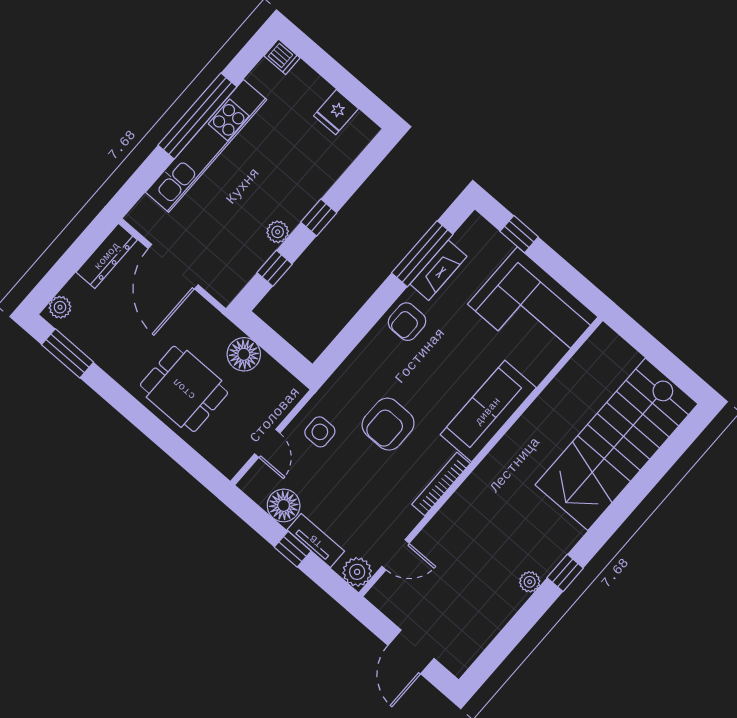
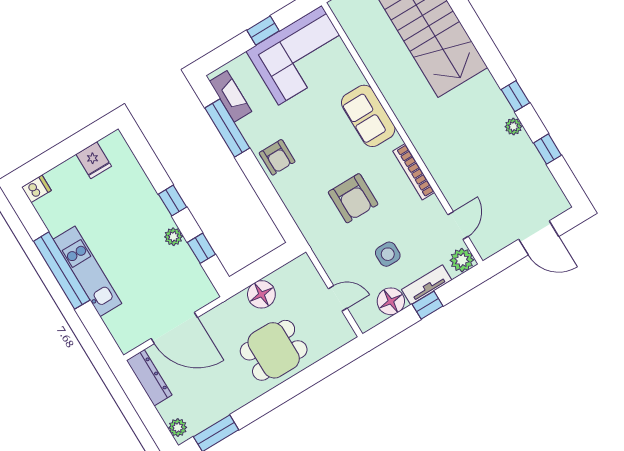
kitchen unit: (206, 146) -> (87, 271), width x0.73
window: (519, 234) -> (263, 31), moved
fireplace: (438, 270) -> (230, 96), moved
sofa: (488, 411) -> (368, 116), width x0.73
side table: (320, 432) -> (388, 254), moved
window: (516, 629) -> (547, 149), added

